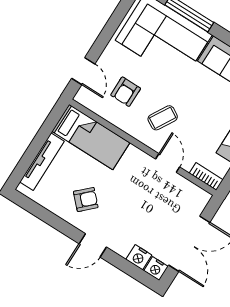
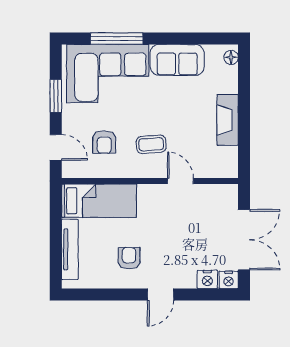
window: (110, 29) -> (56, 96), added
coffee table: (163, 118) -> (151, 144), turned 56
bookcase: (206, 176) -> (222, 172), removed
armchair: (86, 199) -> (129, 258), turned -46

